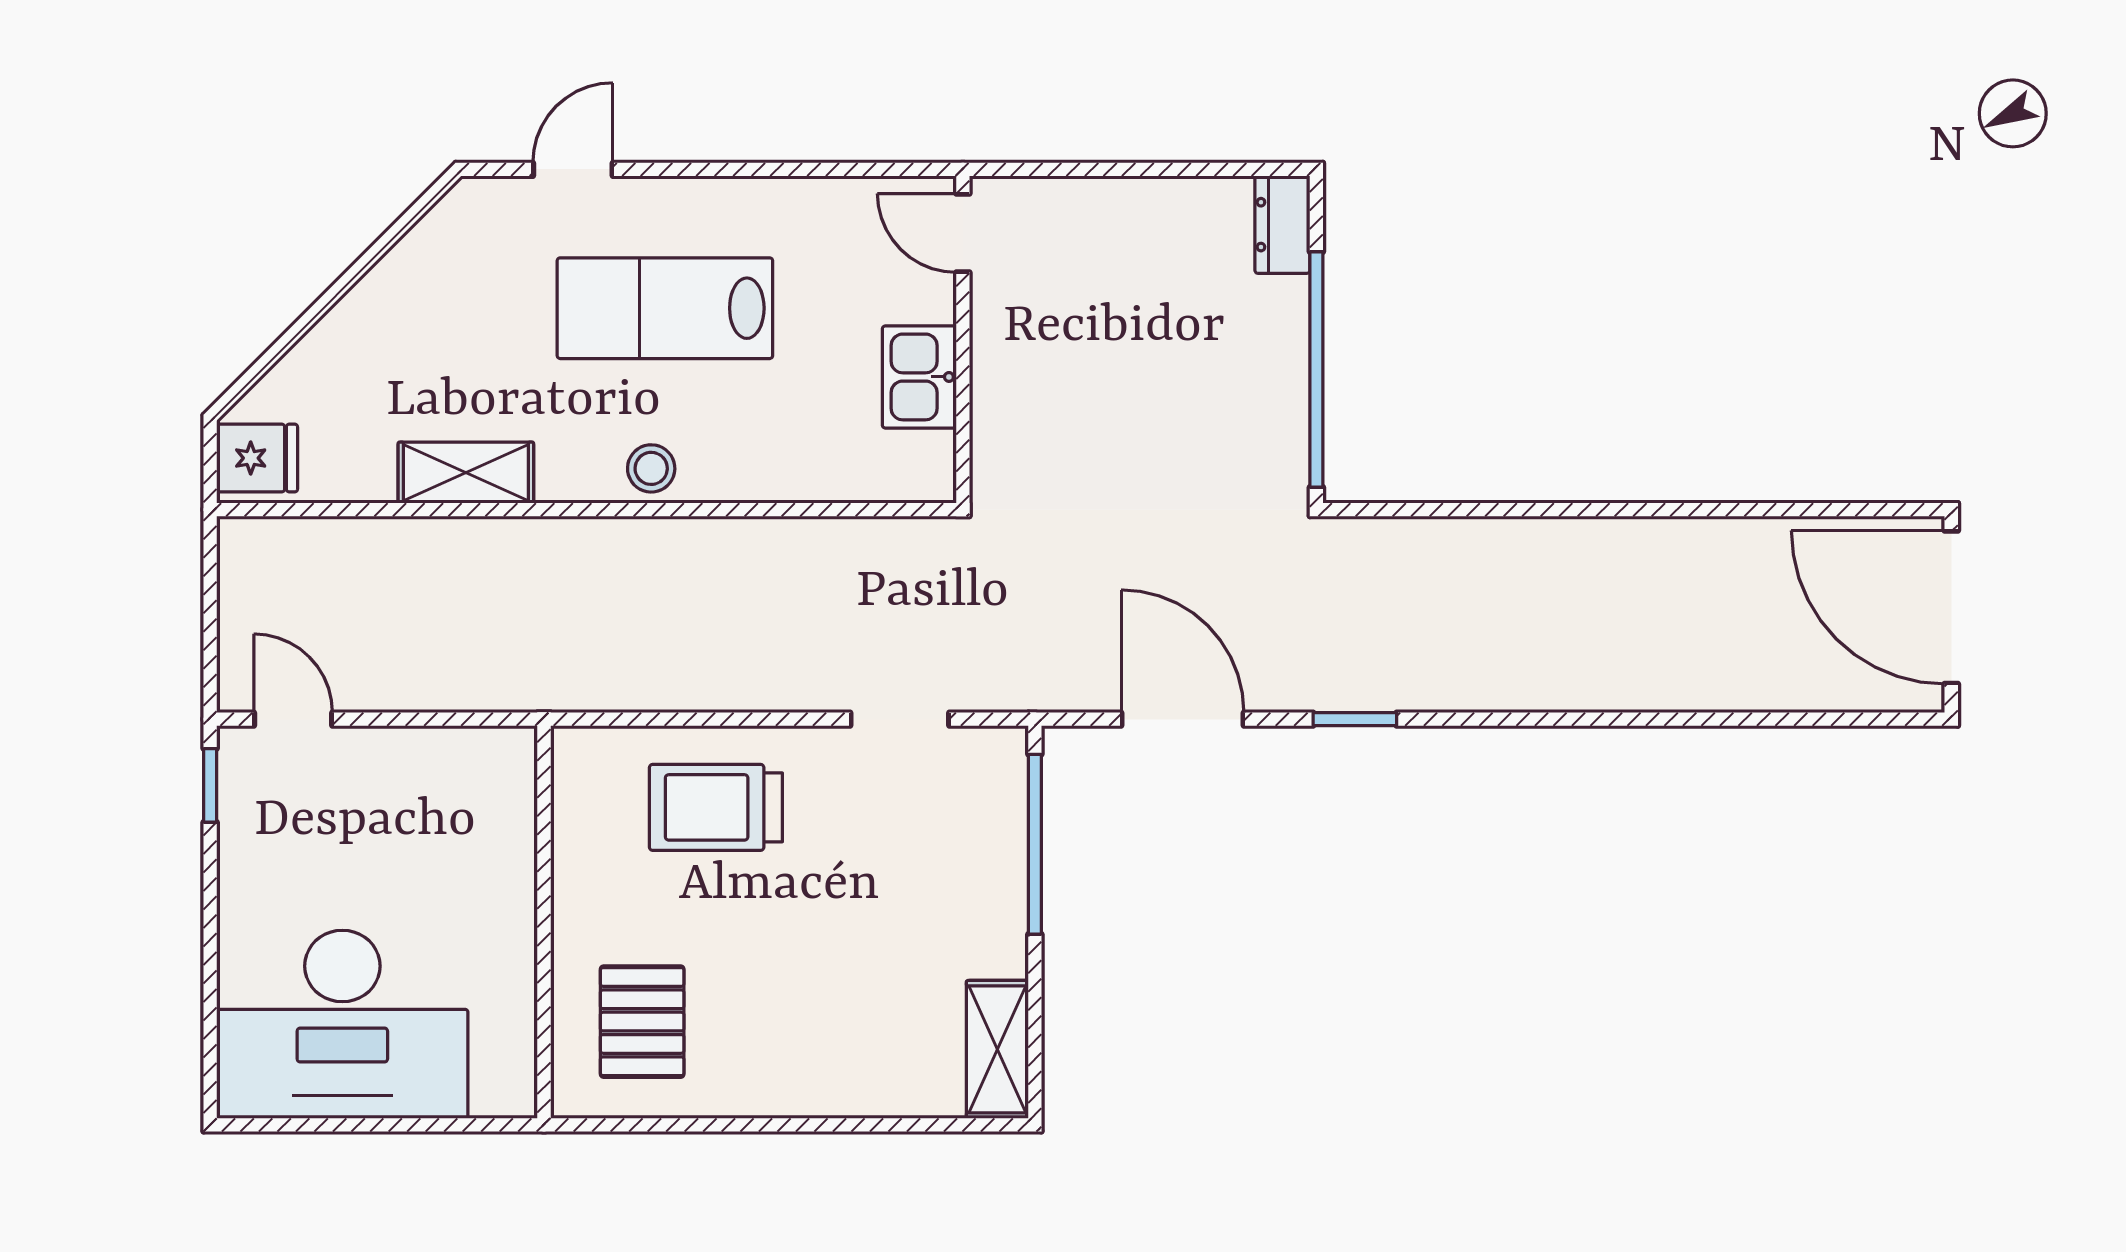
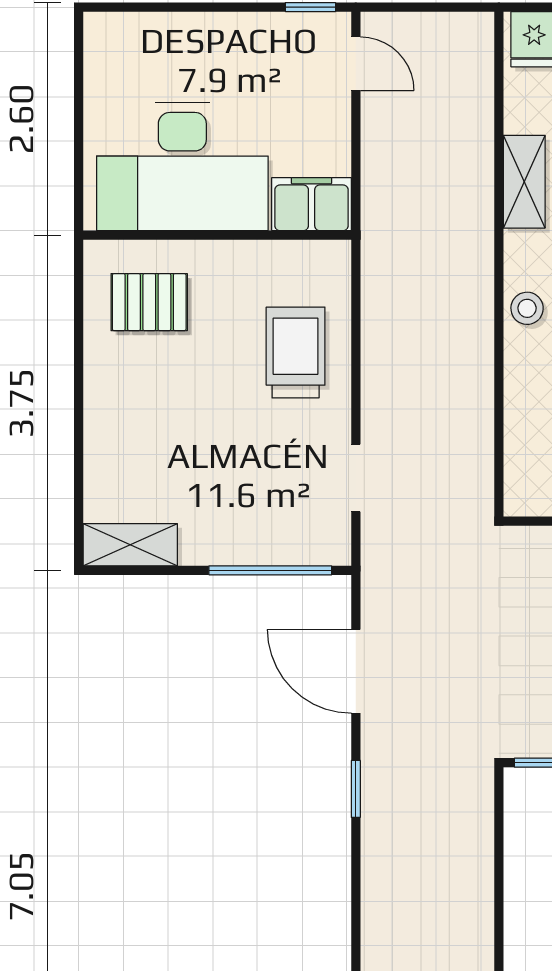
door: (293, 719) -> (356, 64), hinge flipped
door: (1183, 719) -> (356, 671), swing flipped
filing cabinet: (499, 784) -> (312, 204), added
desk: (342, 1024) -> (182, 166), moved, turned -90

